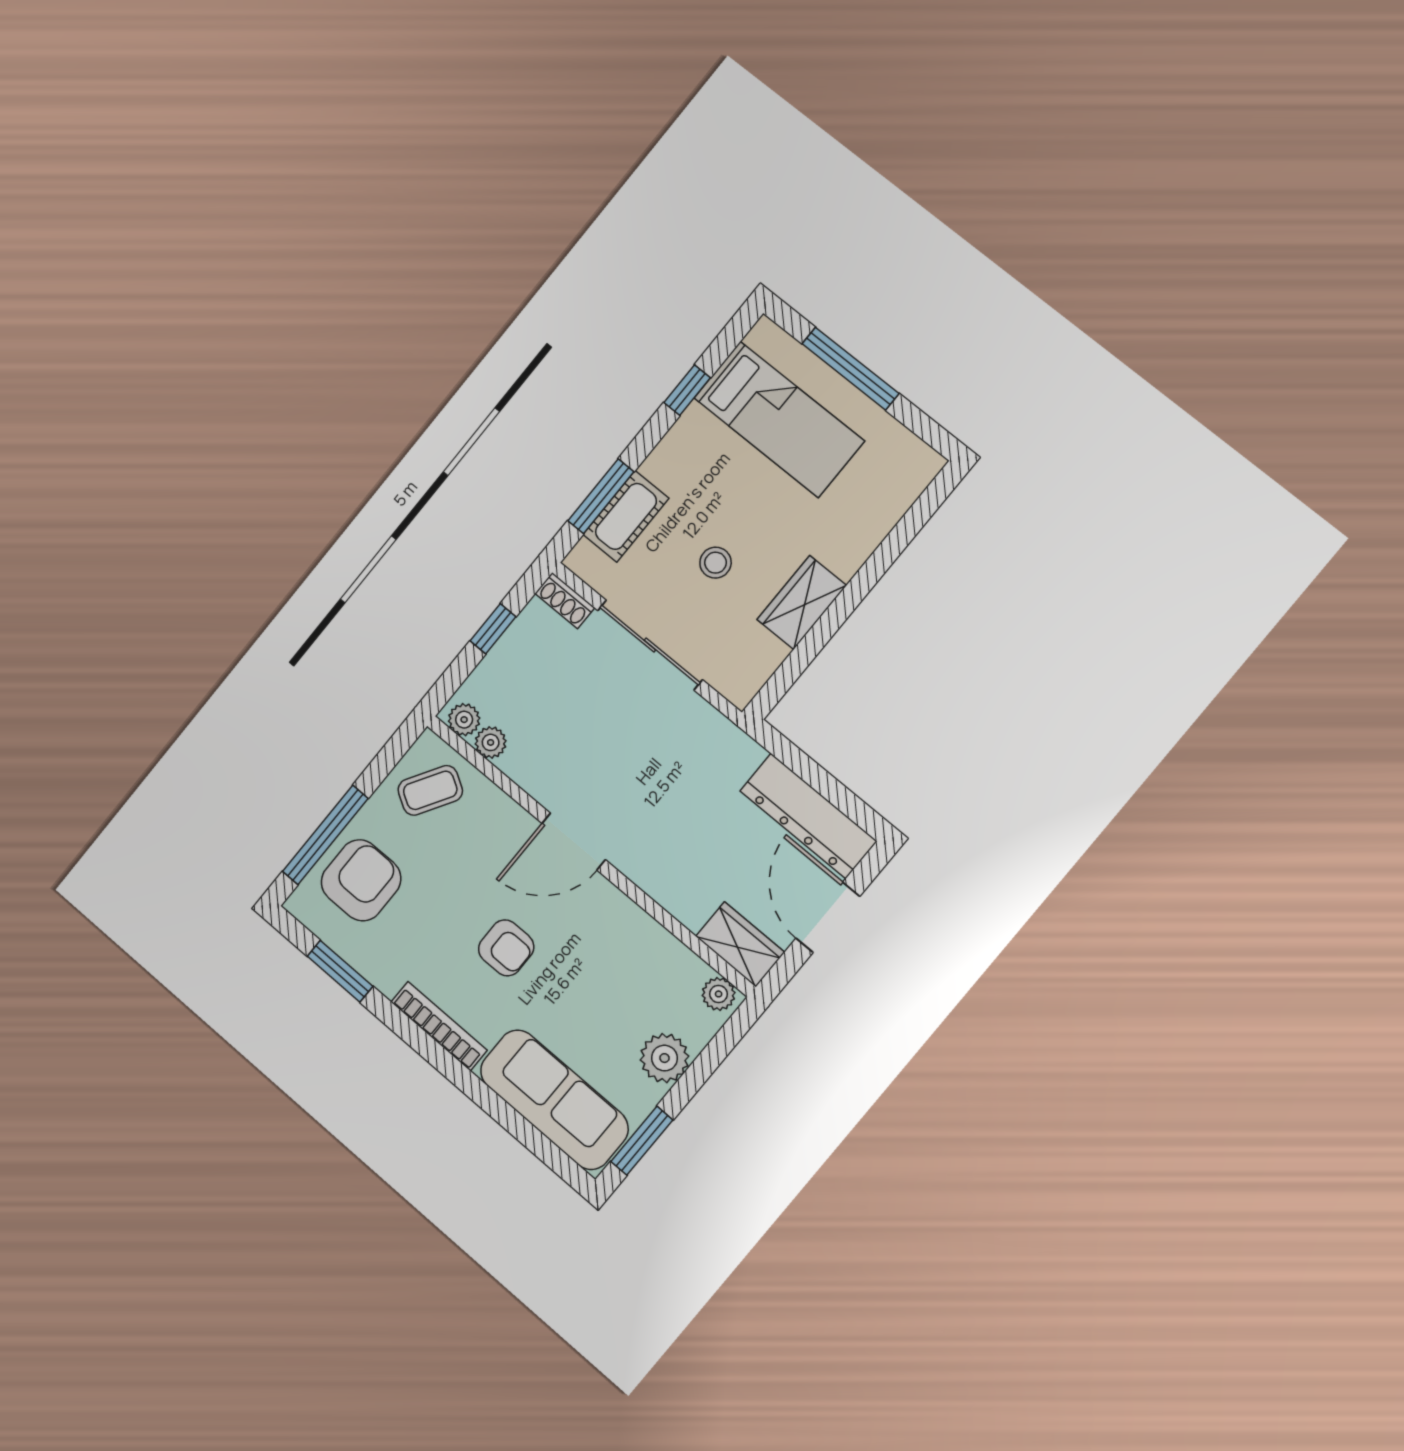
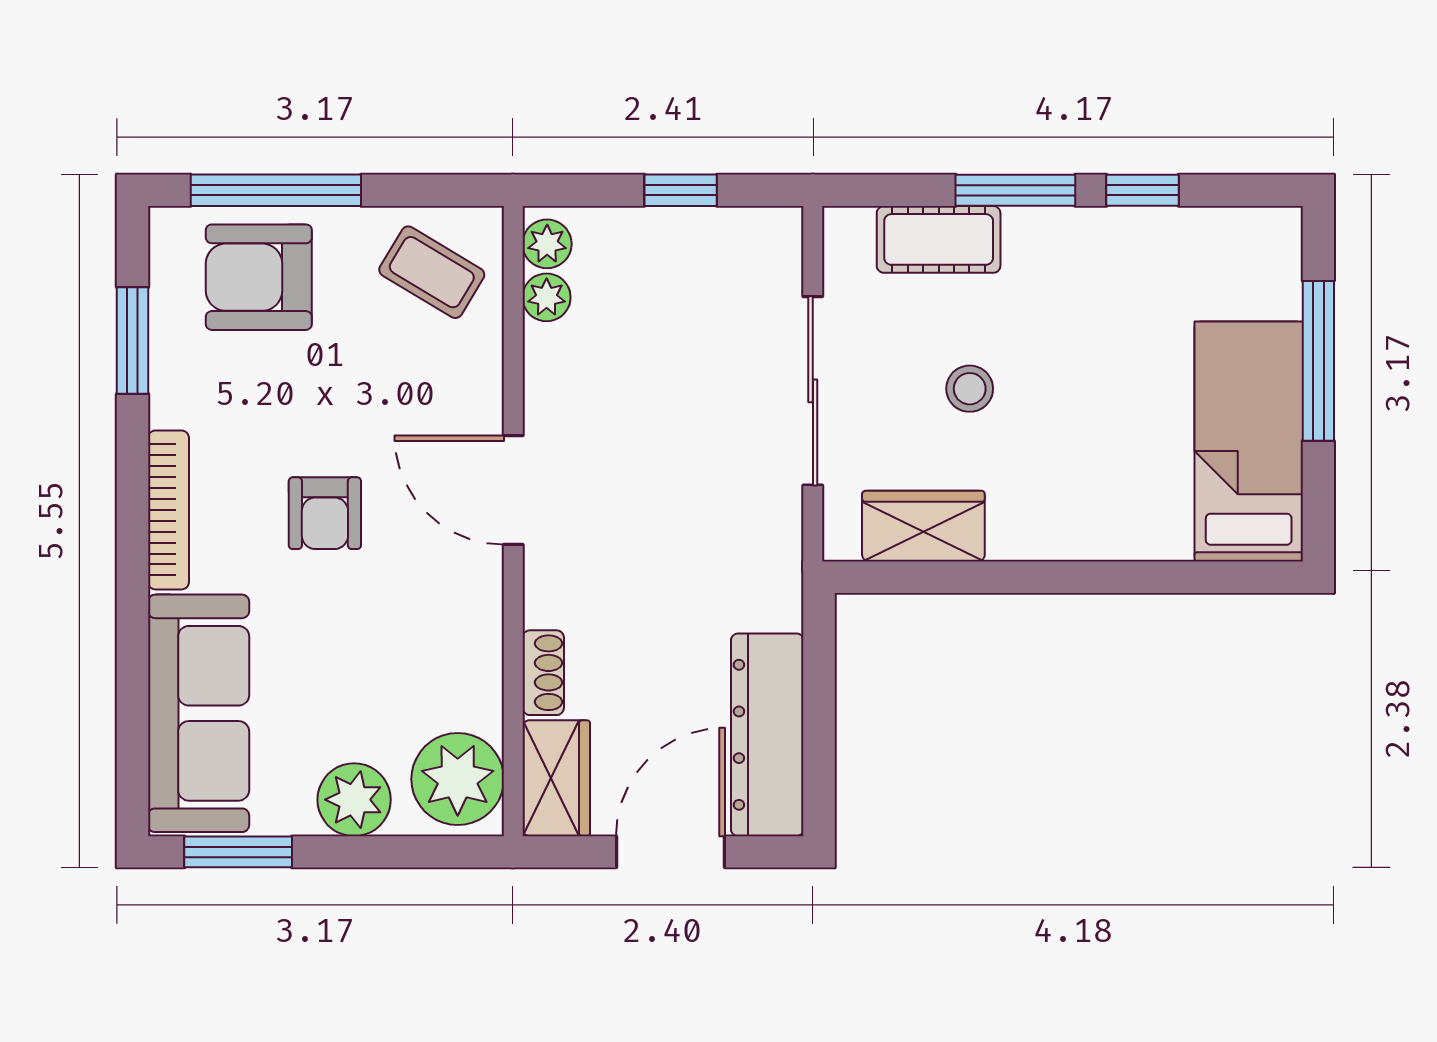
bed: (779, 419) -> (1249, 441), moved, turned 180
window: (601, 496) -> (1015, 190), moved
shoe rack: (565, 601) -> (543, 673), moved, turned 180
wardrobe: (802, 602) -> (923, 526), moved
armchair: (361, 880) -> (259, 277), turned 180
plant: (719, 994) -> (458, 779), width x1.88, depth x1.88

